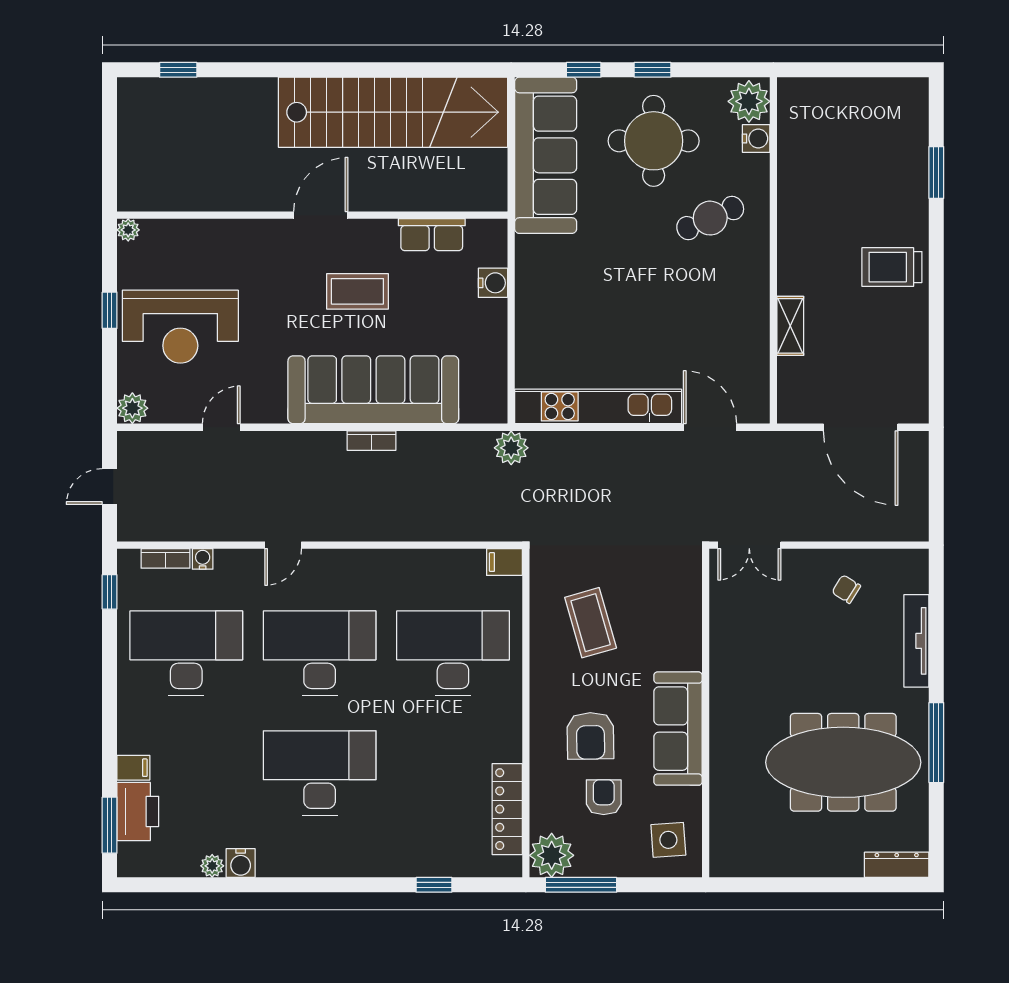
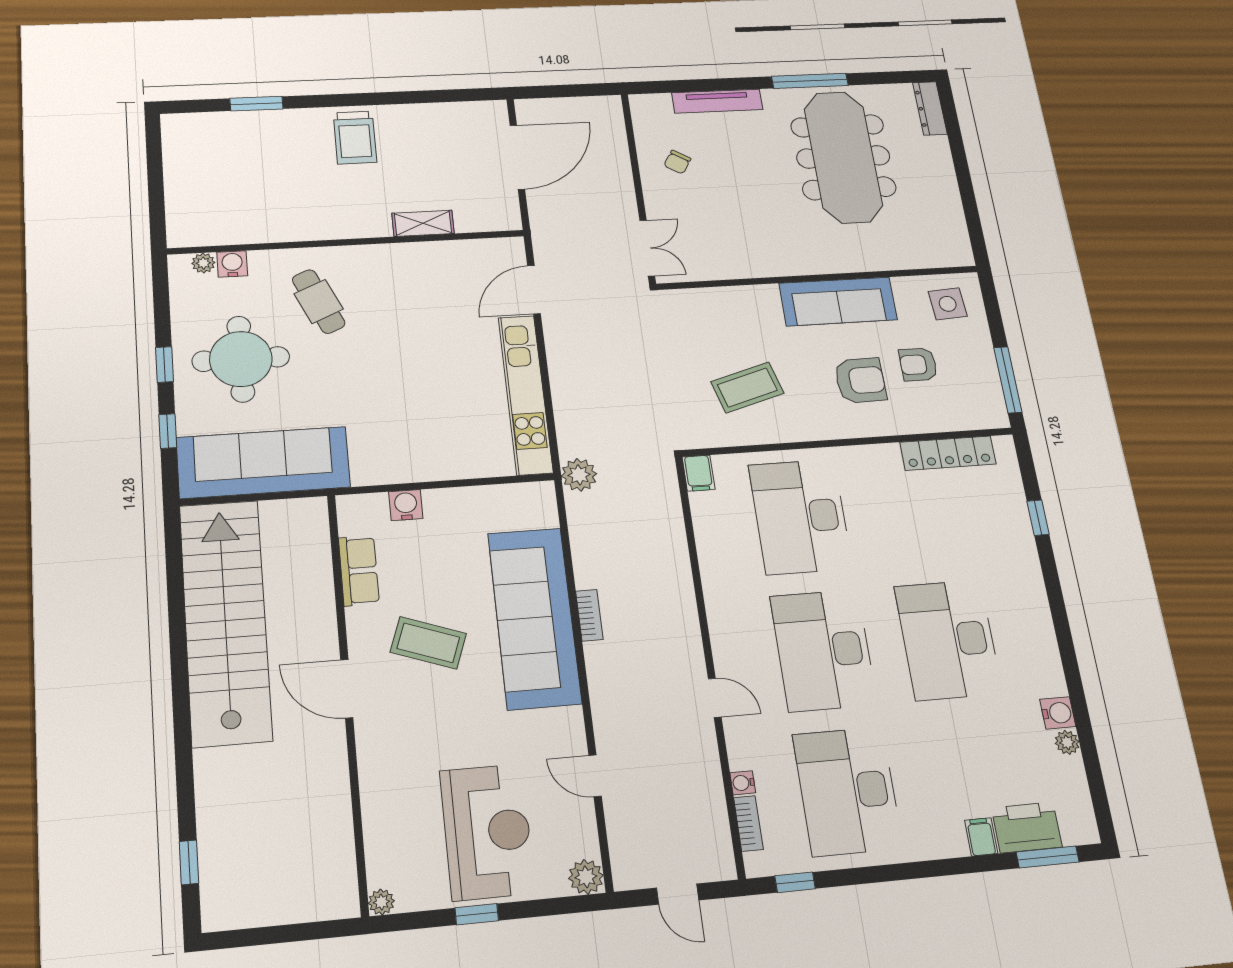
plant: (749, 101) -> (203, 263), width x0.53, depth x0.53
coffee table: (357, 291) -> (428, 643), turned -70
plant: (552, 855) -> (985, 409), removed

